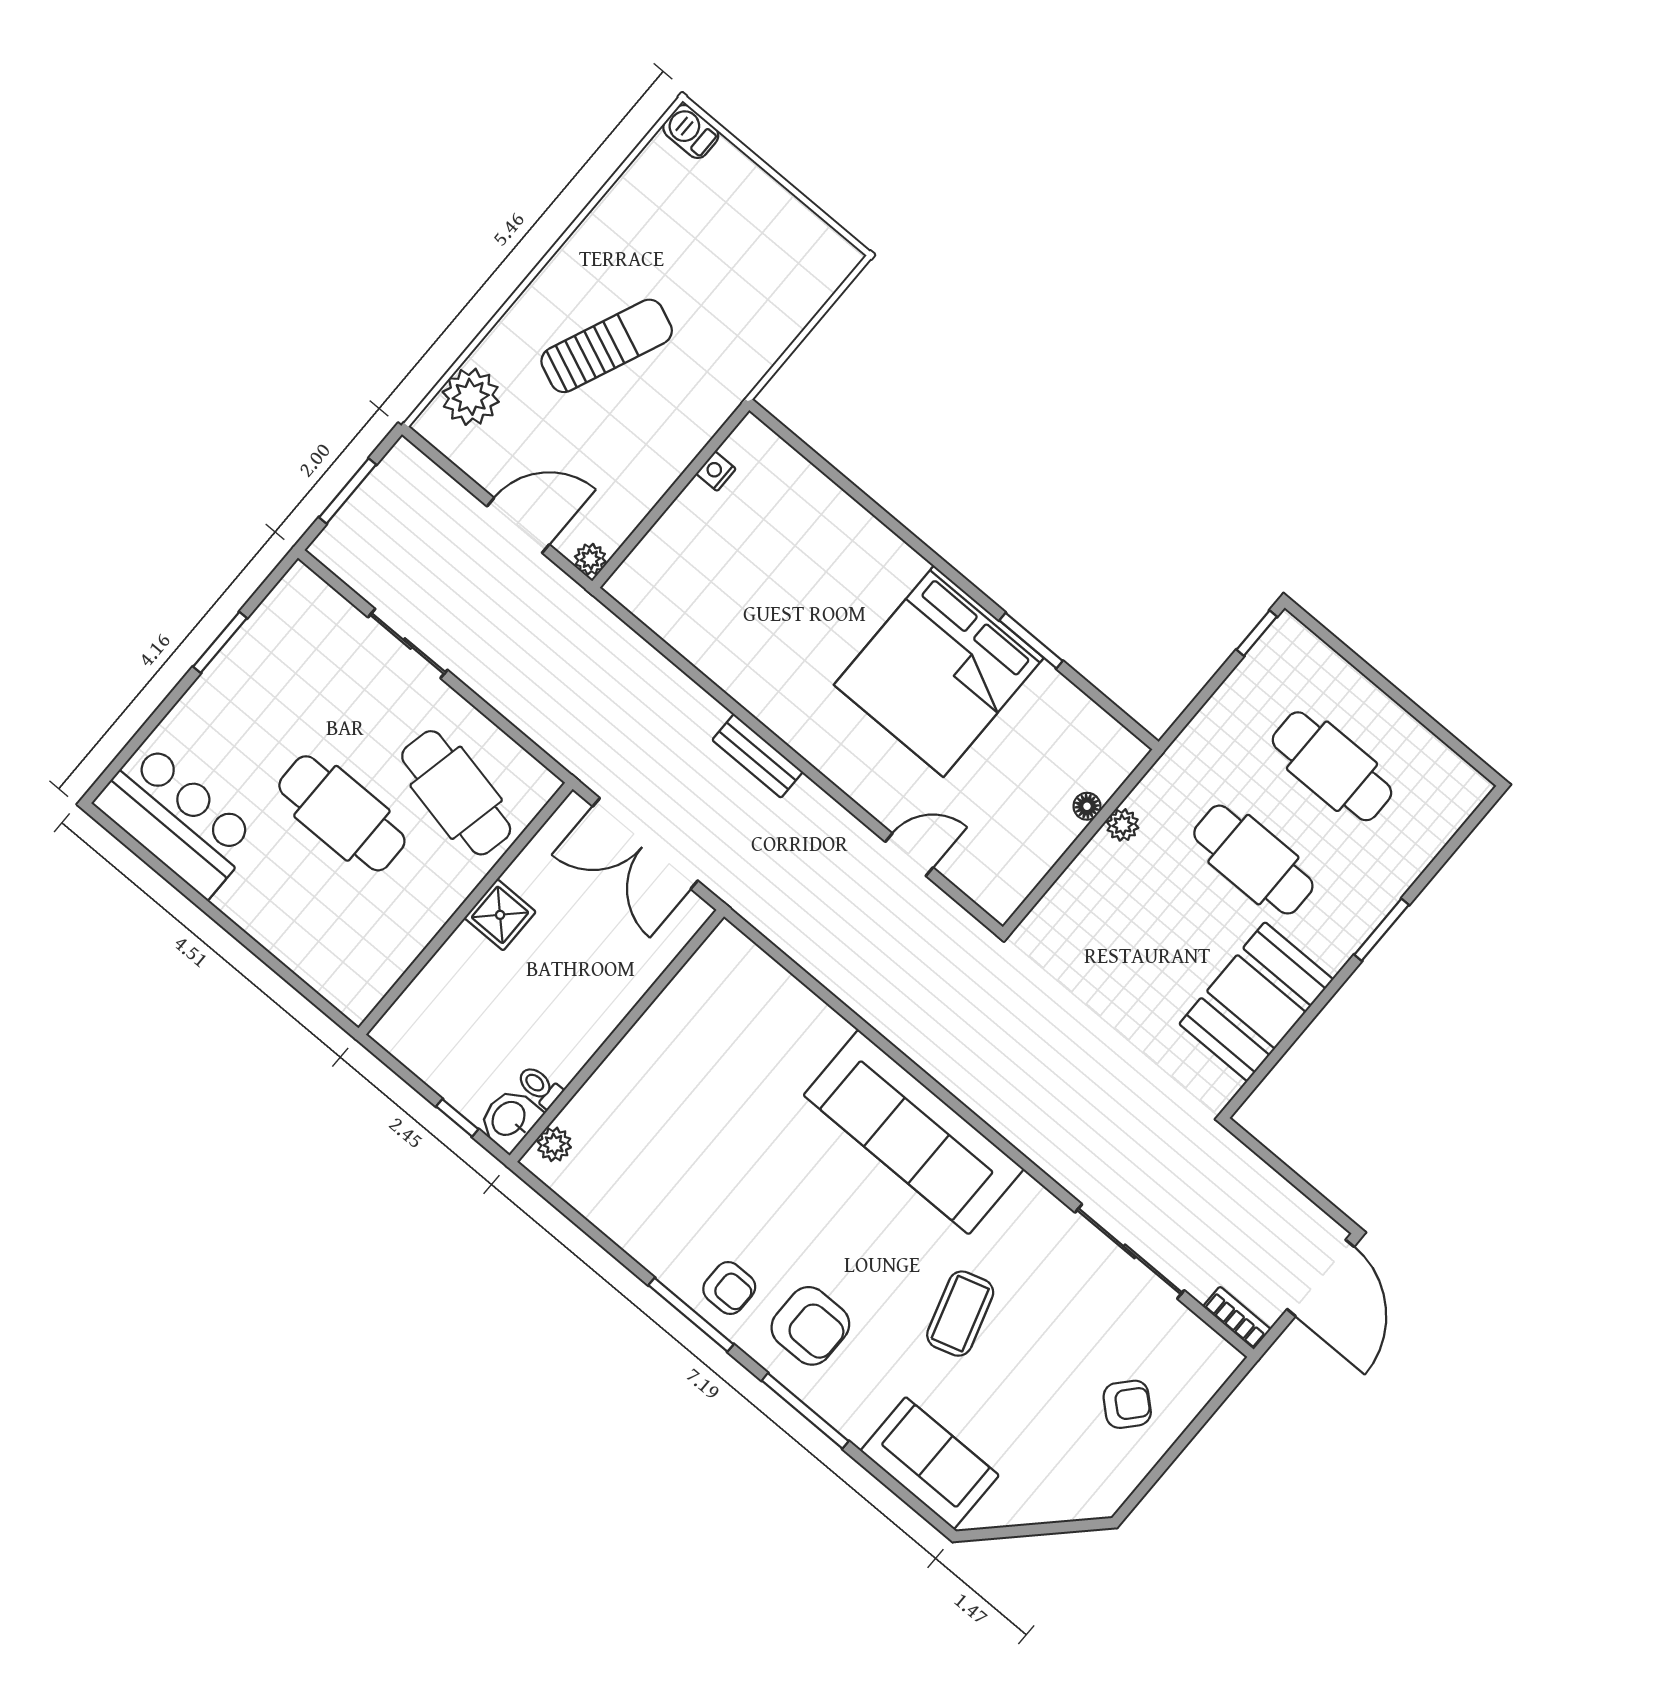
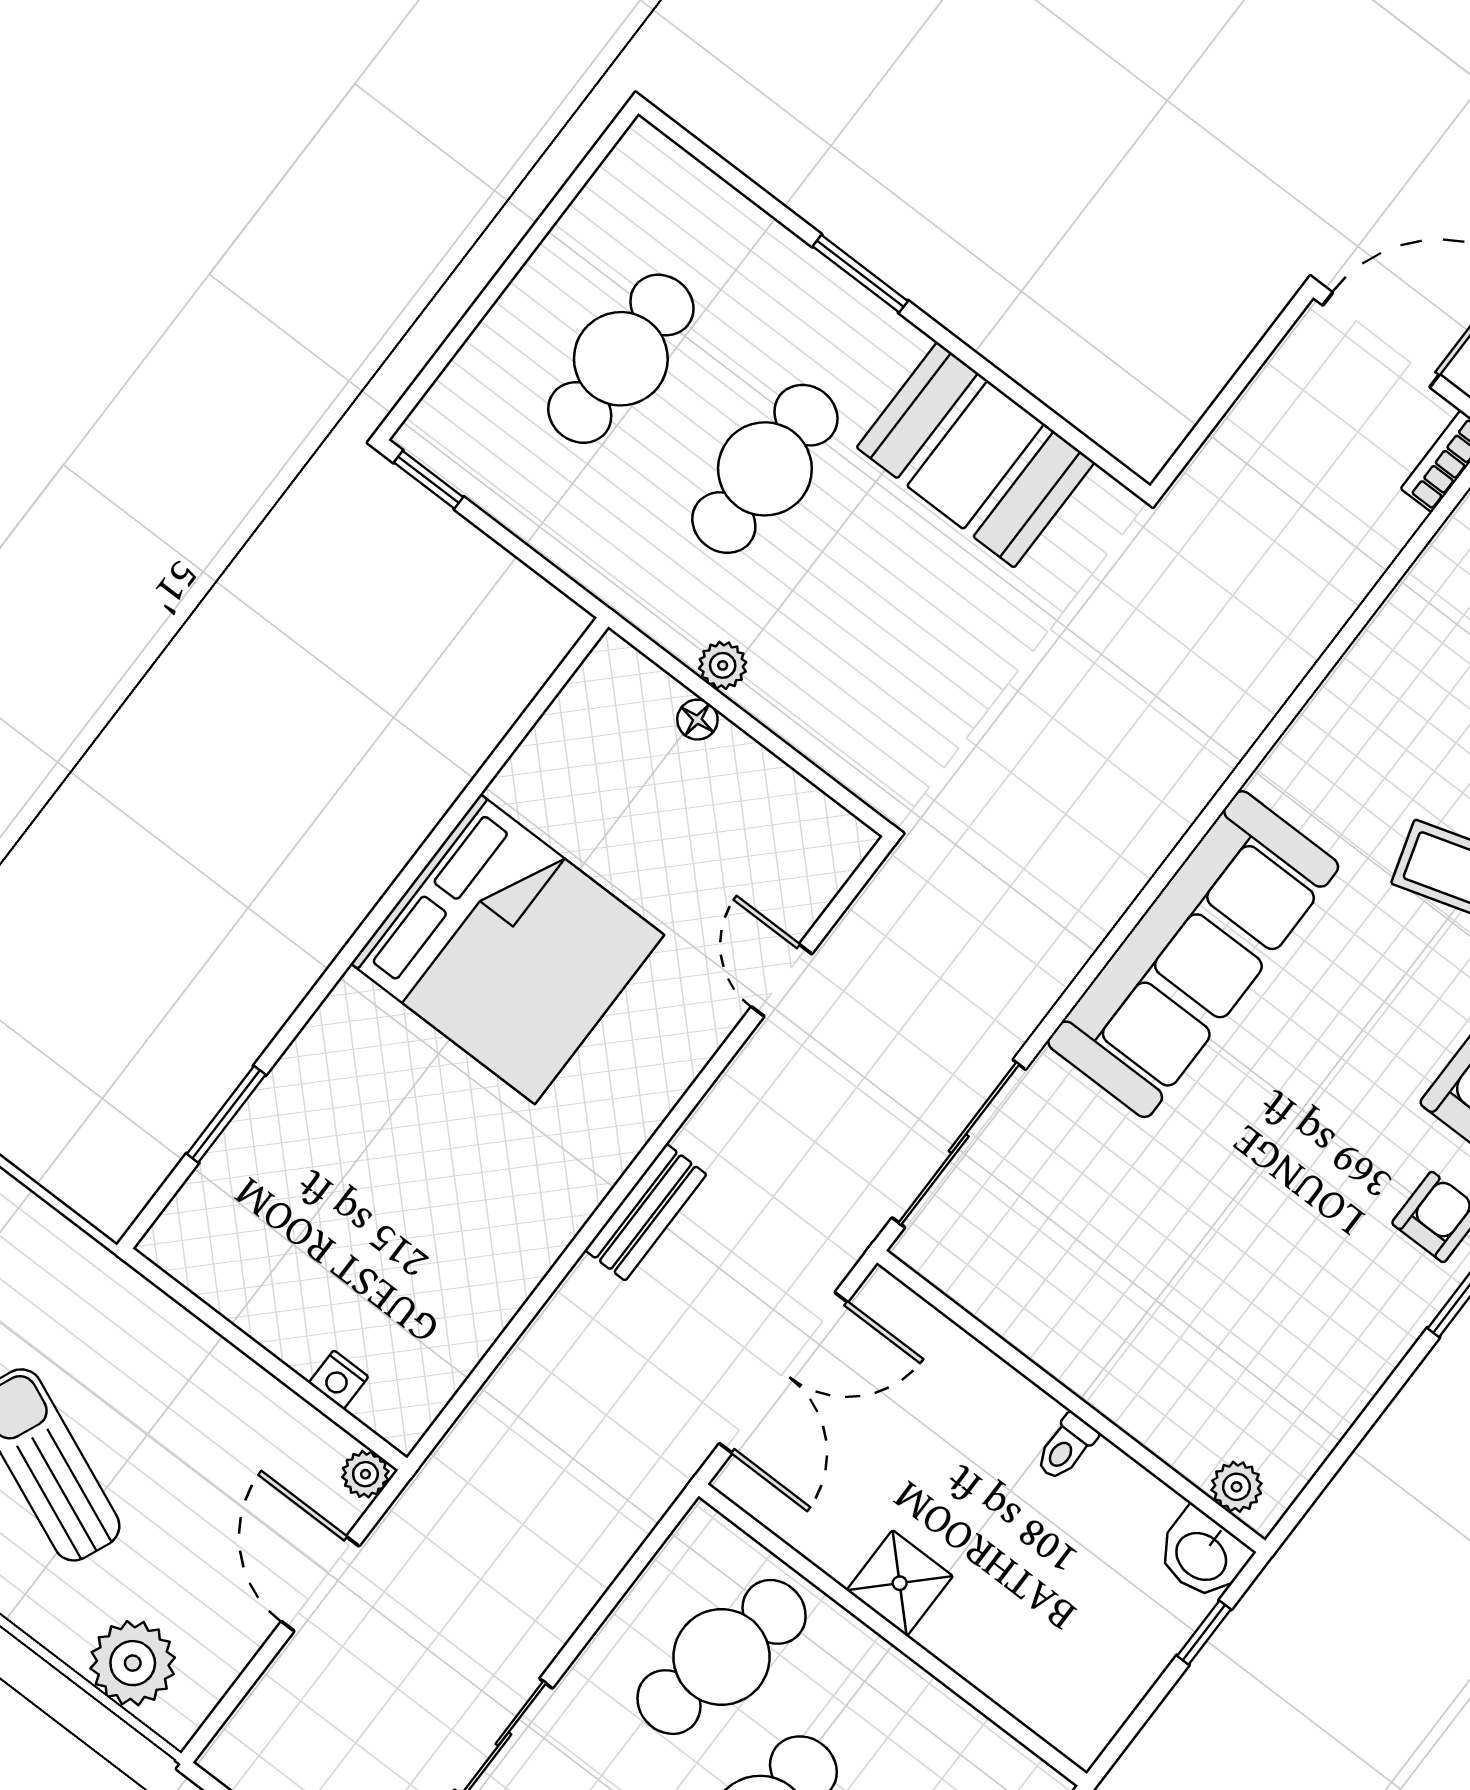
nightstand: (716, 471) -> (339, 1380), moved
window: (1031, 641) -> (226, 1114), moved
toilet: (539, 1087) -> (1066, 1447), moved
sliding door: (1130, 1251) -> (959, 1144), moved

